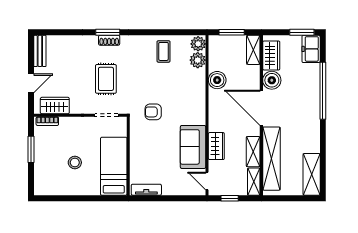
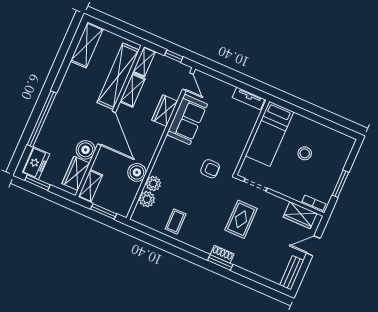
plant: (198, 44) -> (153, 184), moved

